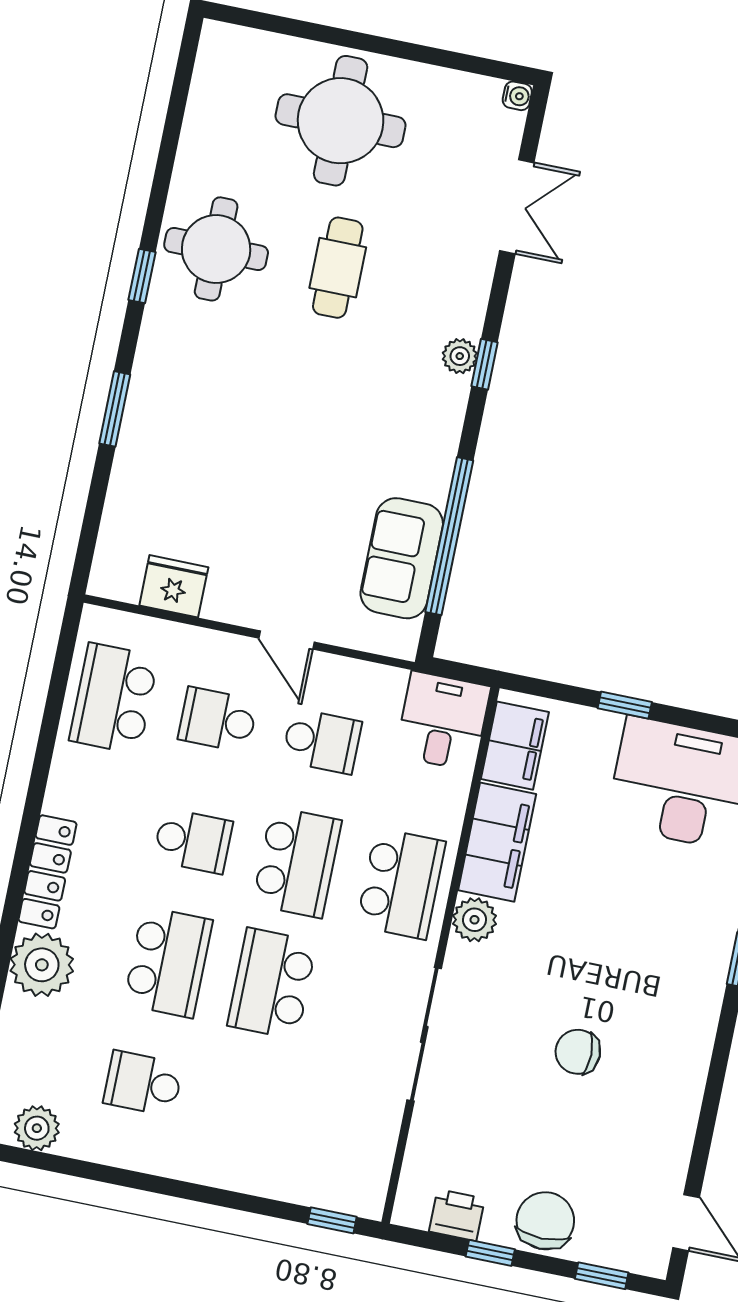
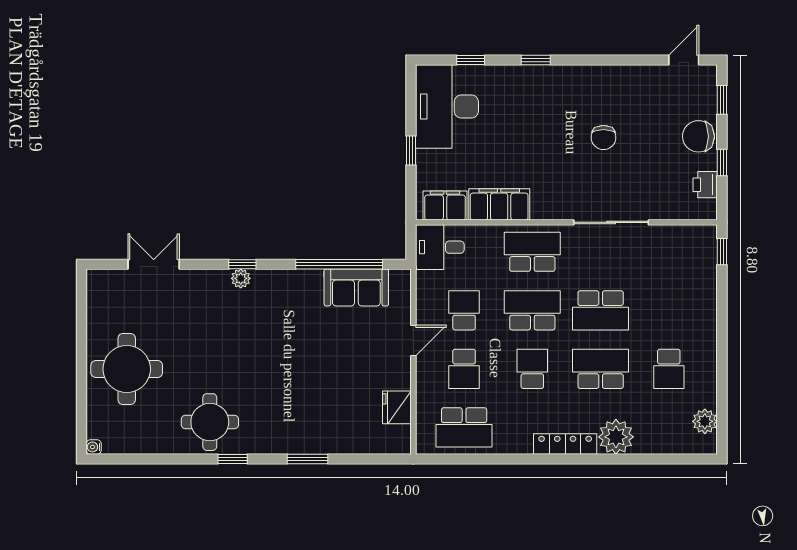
water cooler: (517, 96) -> (94, 447), moved, turned -90
cafe table: (338, 268) -> (206, 354), removed
plant: (475, 920) -> (544, 208), removed

